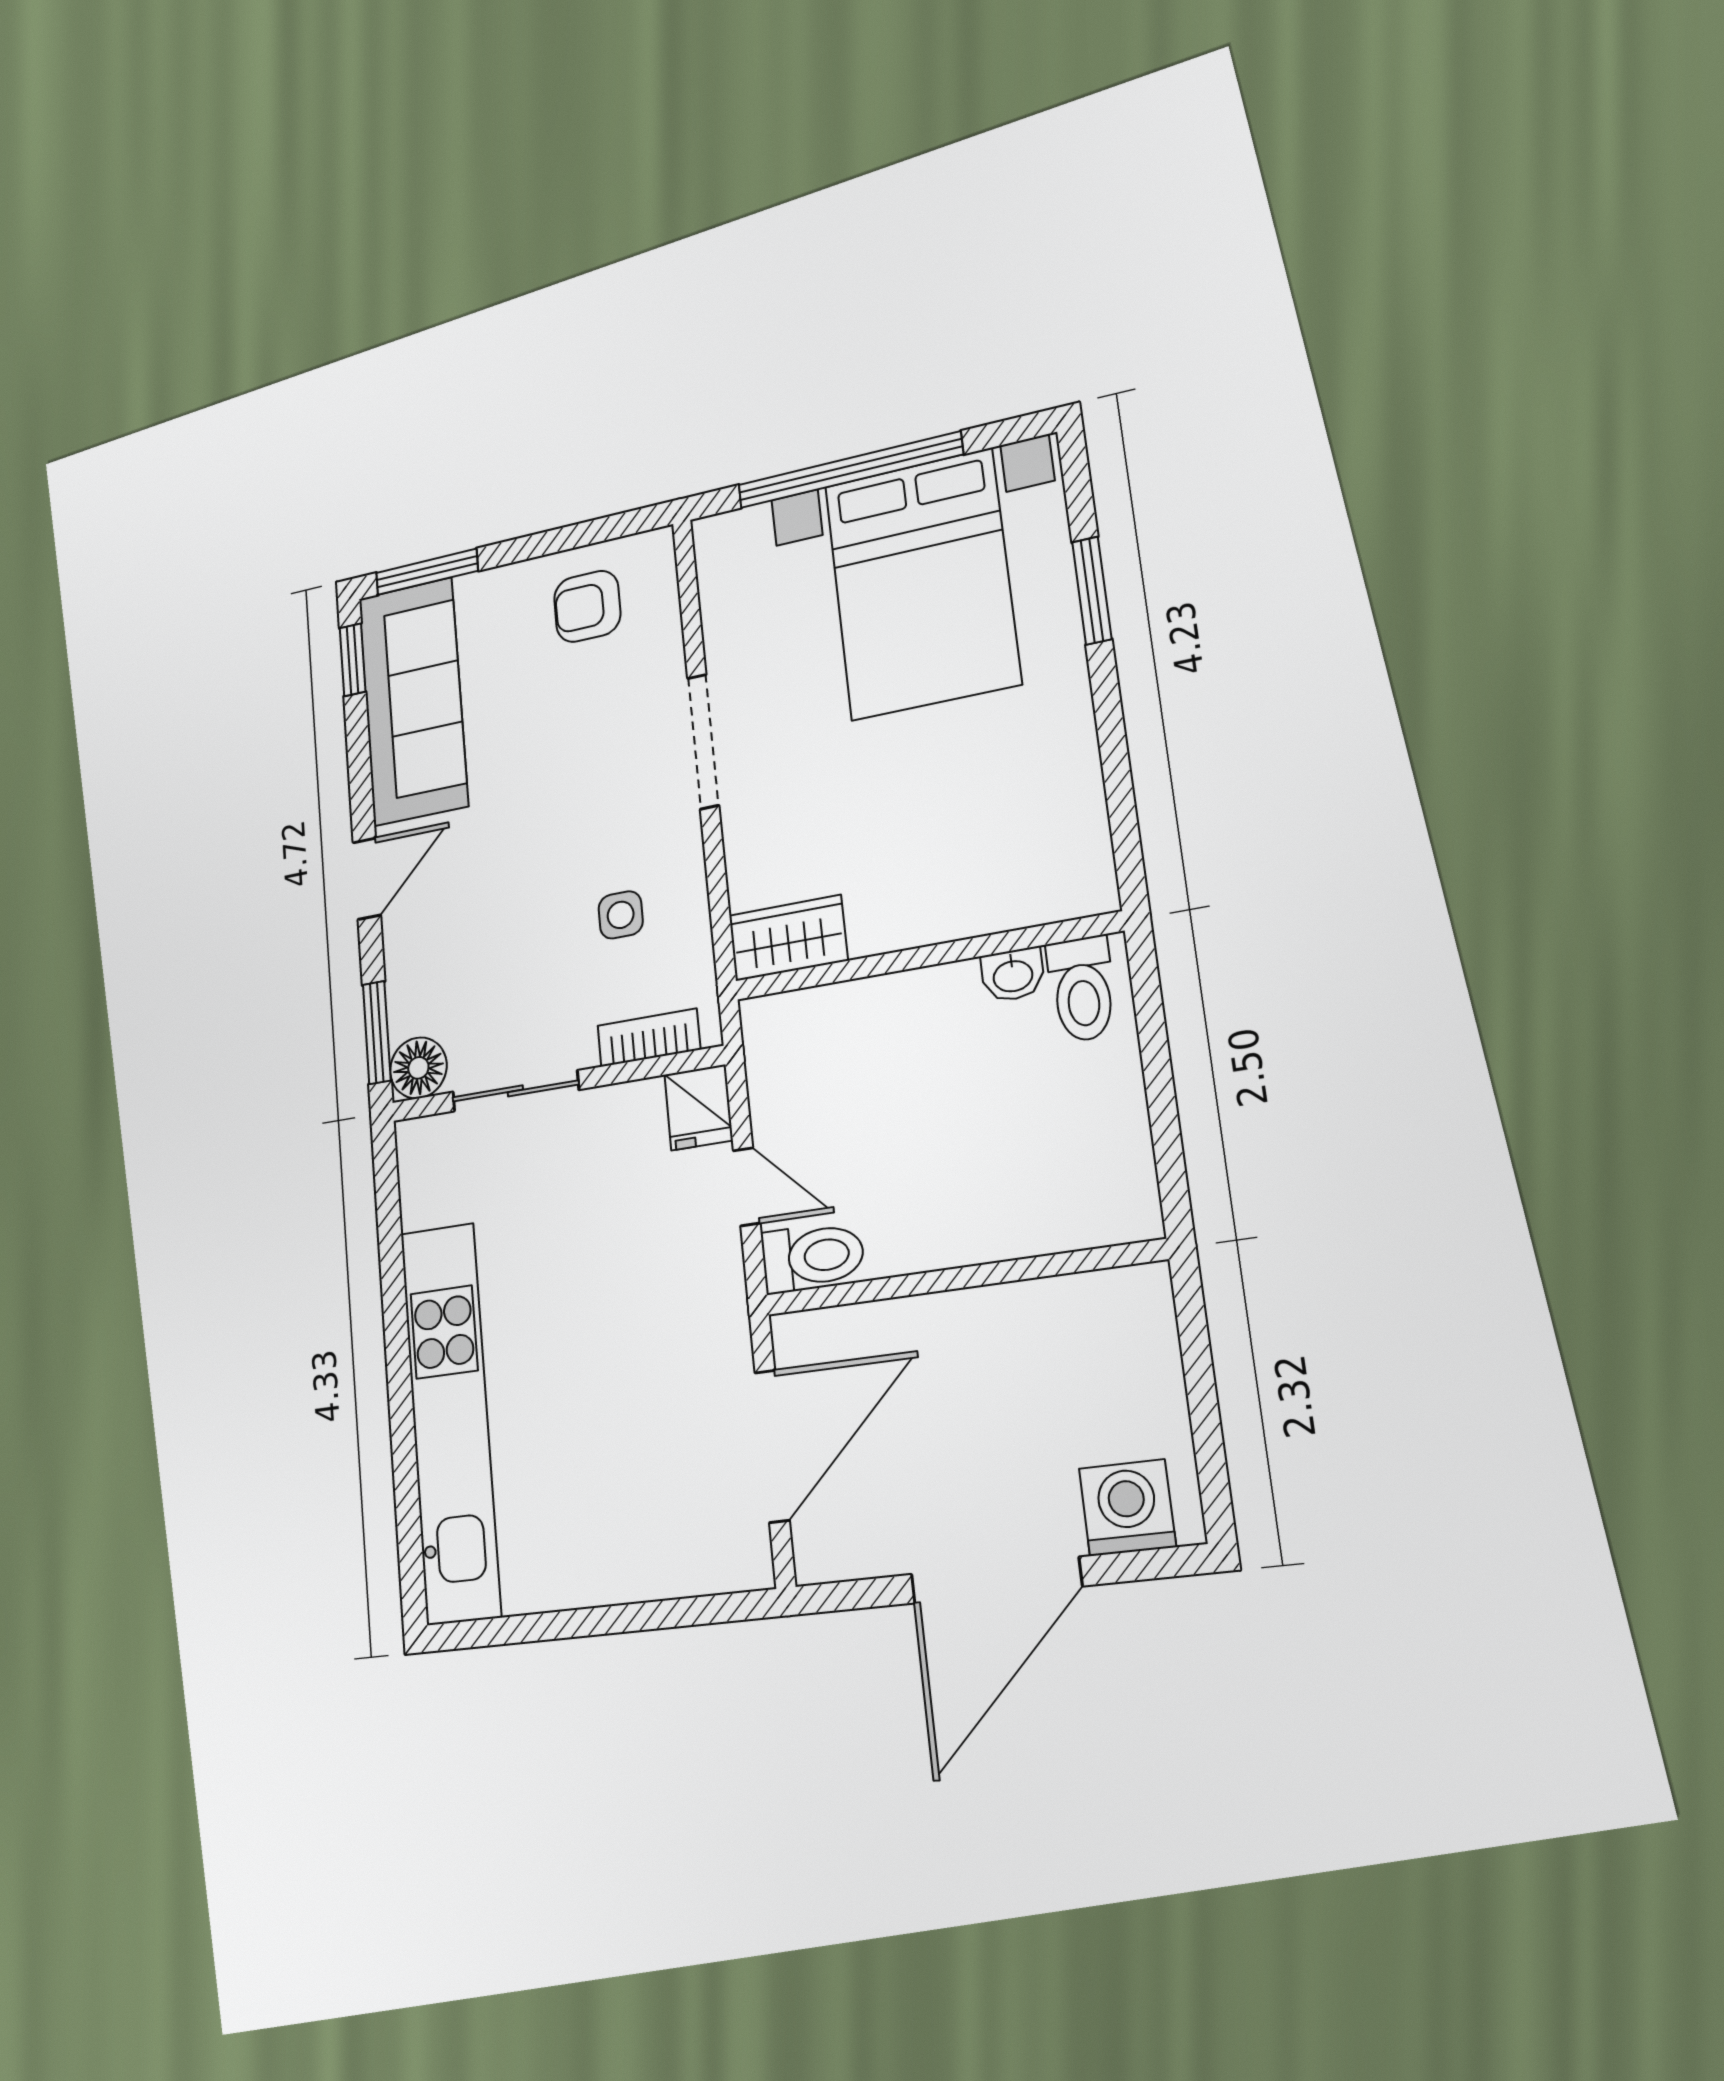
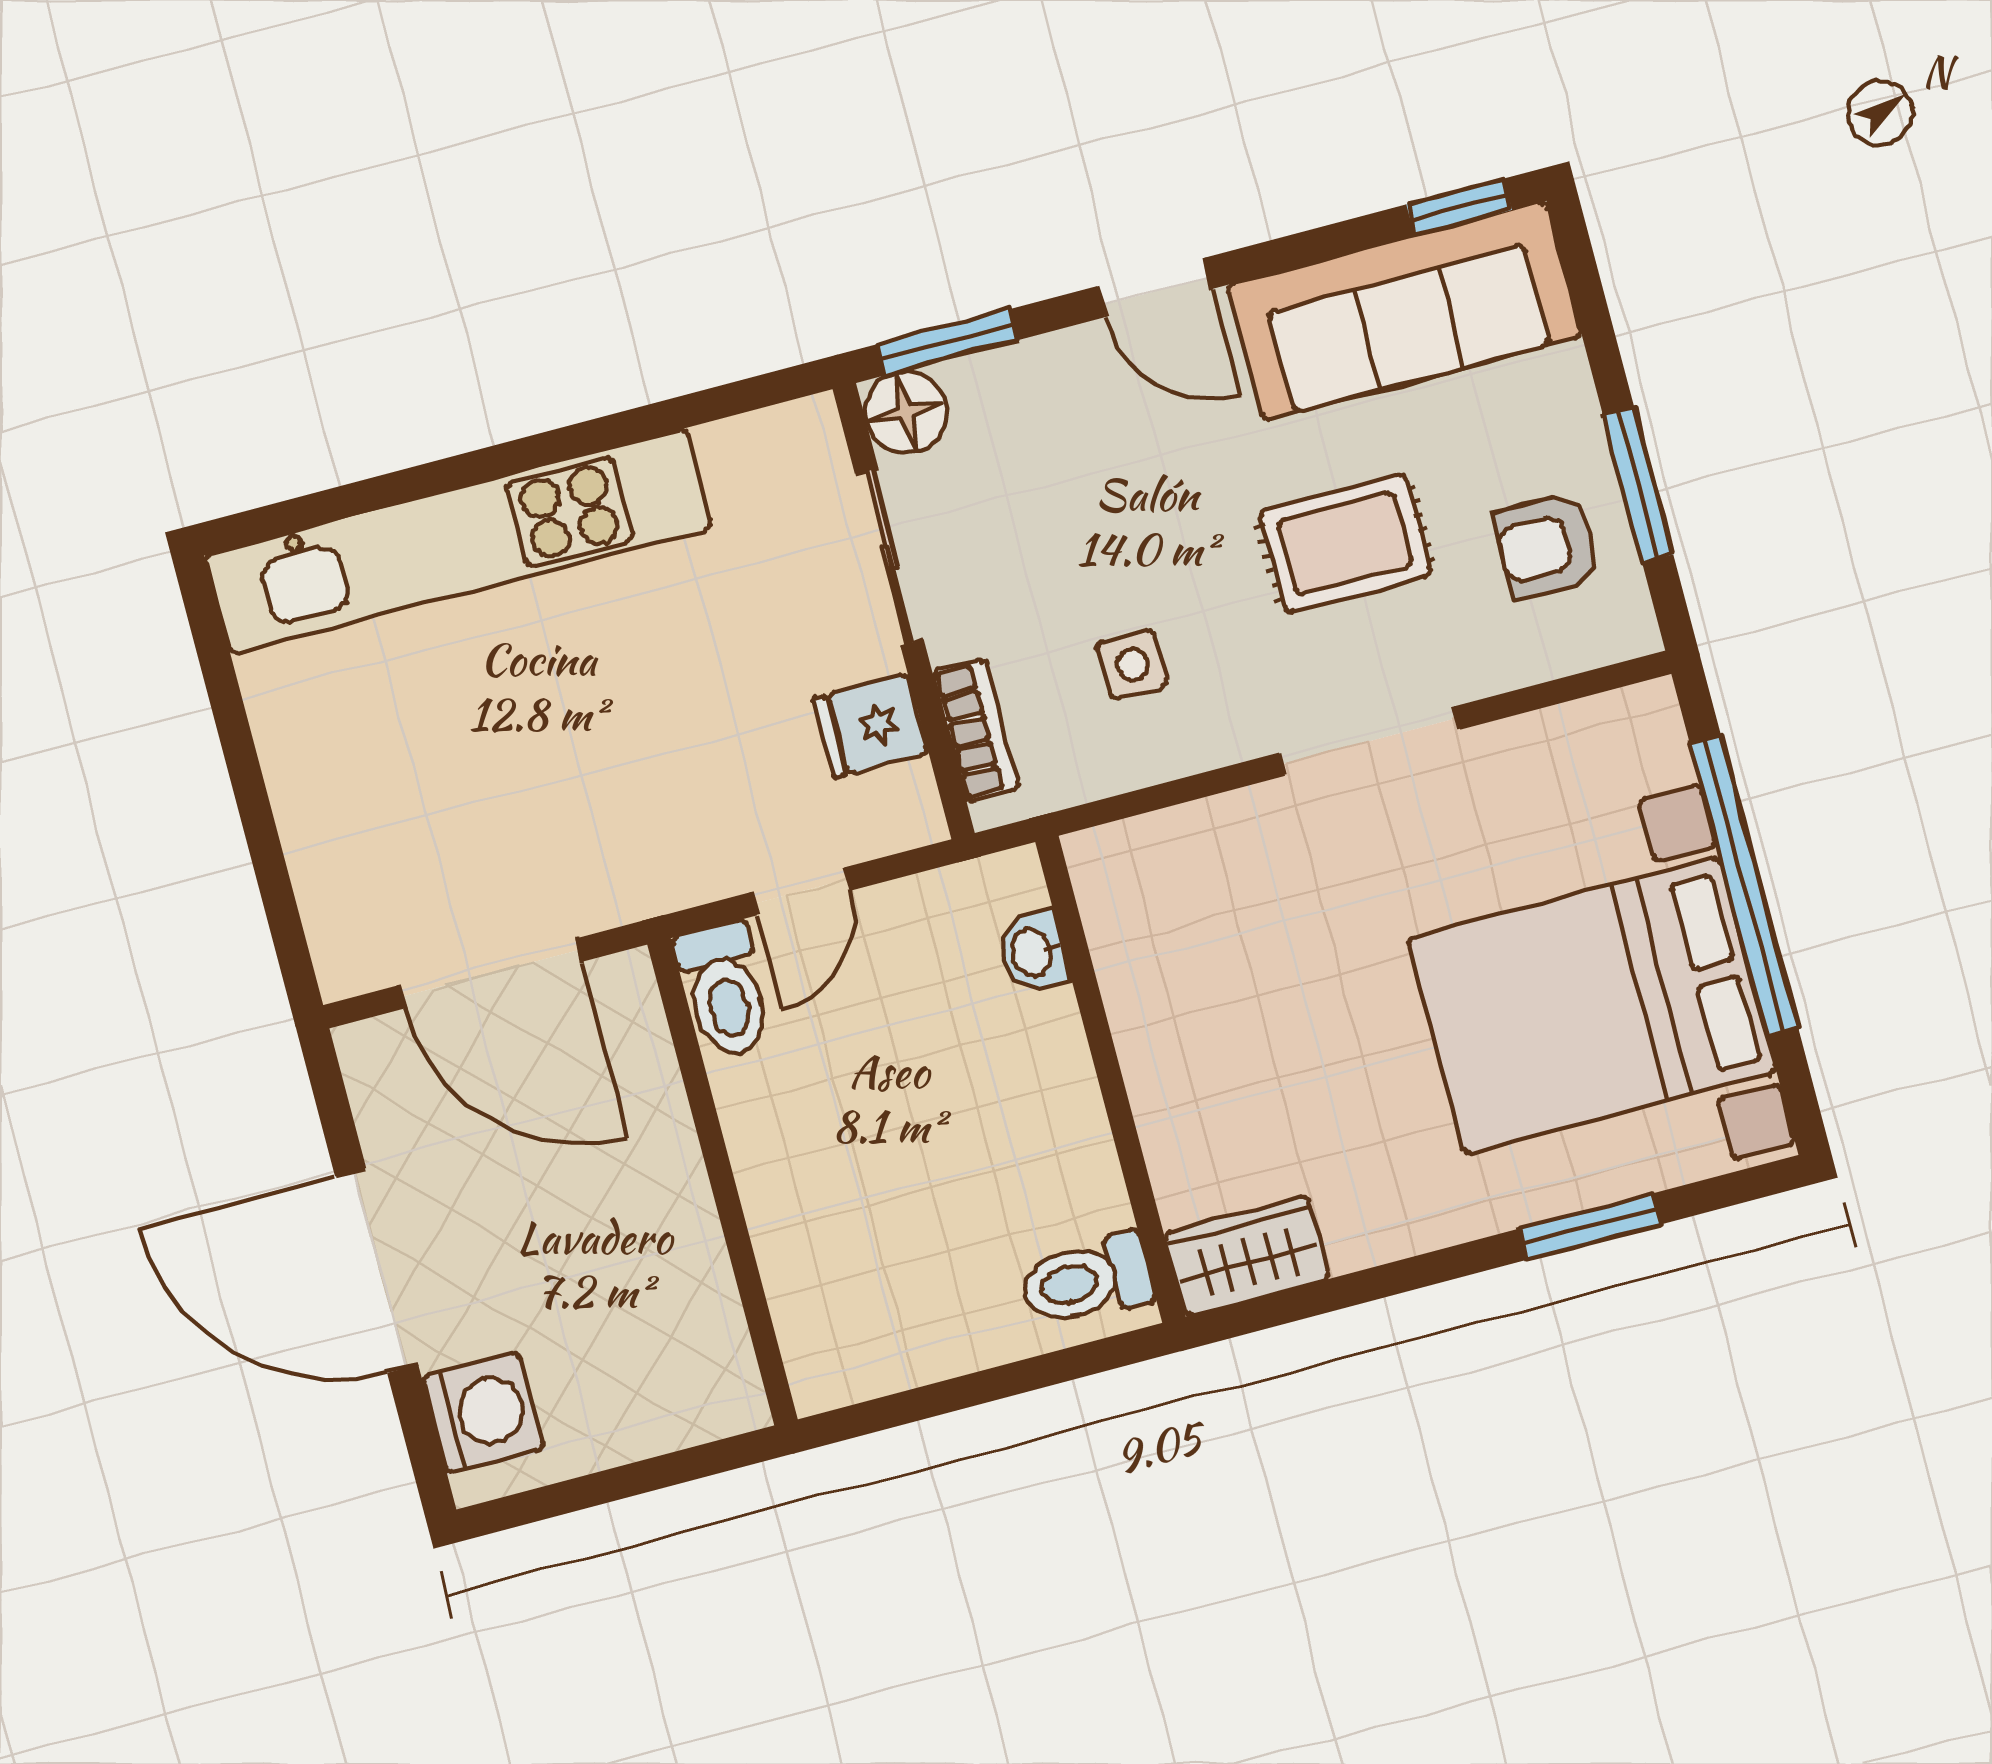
window: (427, 572) -> (1638, 485), moved
armchair: (587, 606) -> (1547, 546), turned -90
rug: (562, 752) -> (1345, 543), added
wardrobe: (788, 938) -> (1247, 1256), moved, turned -90
washbasin: (1013, 975) -> (1033, 952), moved
fridge: (699, 1107) -> (871, 726), moved

